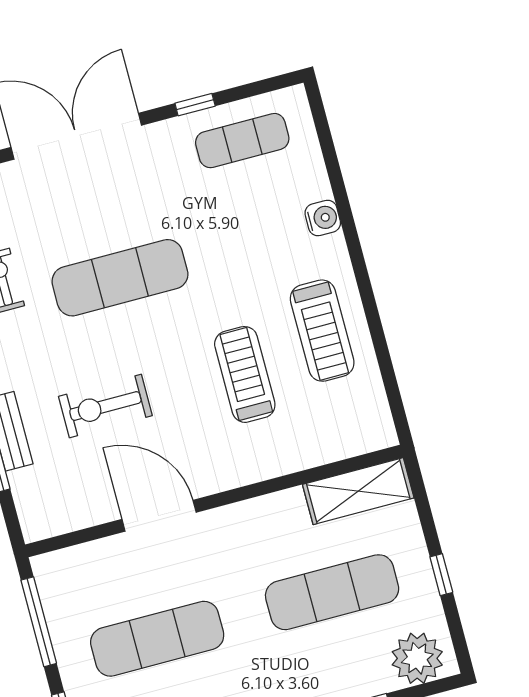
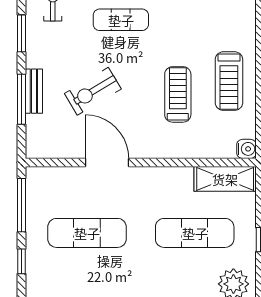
water cooler: (323, 218) -> (247, 149), moved
exercise mat: (120, 278) -> (121, 20), width x0.73, depth x0.69
exercise bike: (105, 406) -> (93, 91), turned -31

